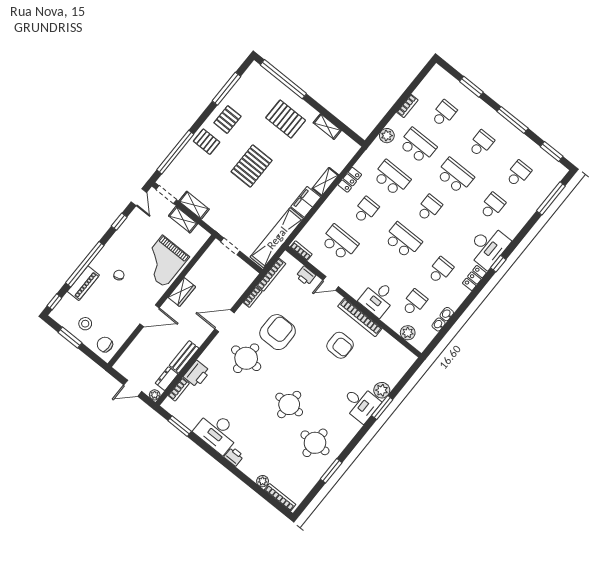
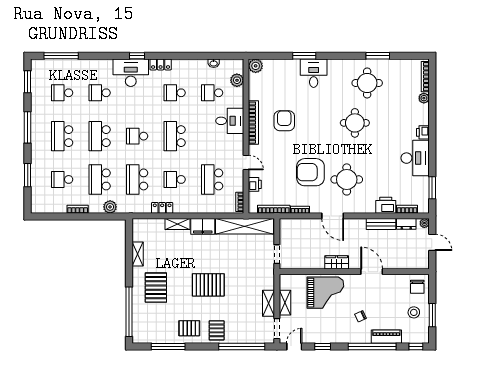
school desk: (481, 144) -> (62, 136), width x1.85
washbasin: (447, 314) -> (202, 63), removed
plant: (382, 390) -> (256, 66), moved

